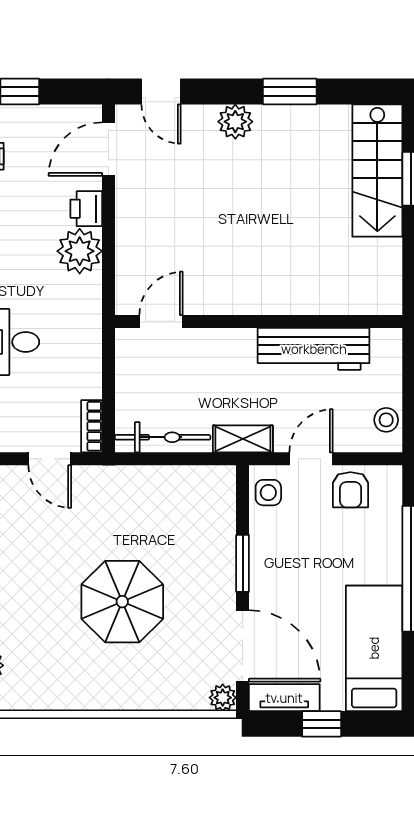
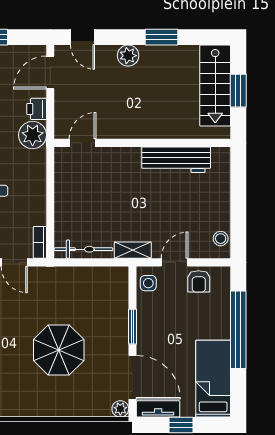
door: (161, 321) -> (82, 143), moved
wall: (259, 321) -> (142, 143), moved
workbench: (314, 349) -> (176, 160), moved

